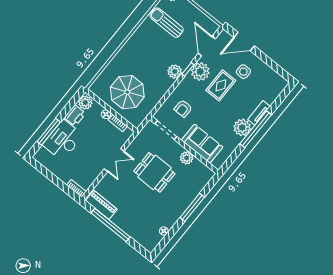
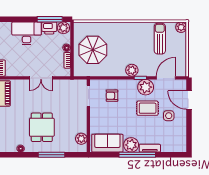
window: (49, 132) -> (50, 19), moved
sofa: (202, 144) -> (107, 143), moved, turned -90
plant: (187, 158) -> (81, 139), moved
dining table: (154, 172) -> (42, 127), moved

